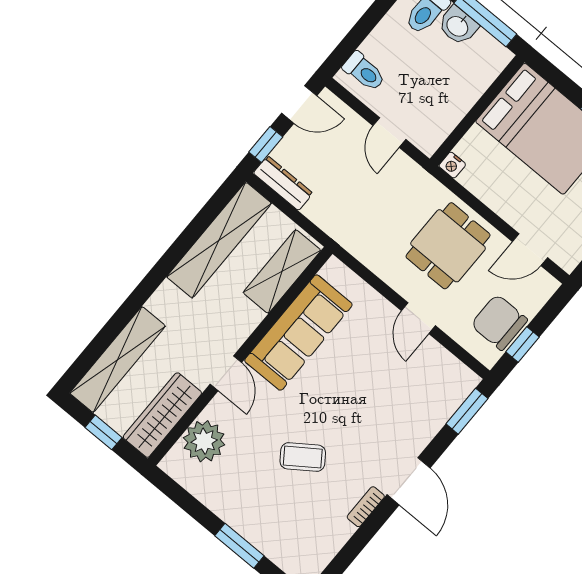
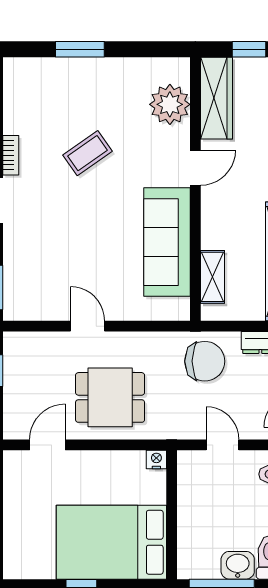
dining table: (448, 246) -> (110, 397), turned 90
shelving: (282, 271) -> (213, 277), width x0.67, depth x0.75
chair: (499, 322) -> (205, 361), moved
door: (226, 373) -> (195, 168), swing flipped

